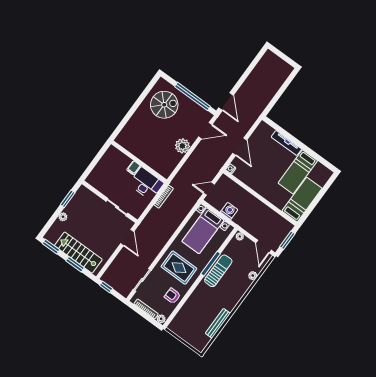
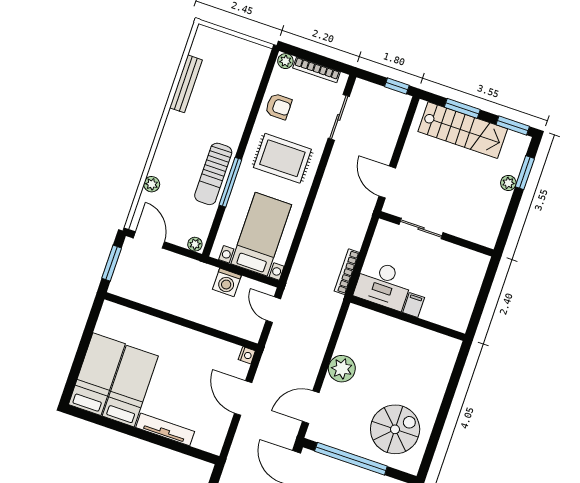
spiral stairs: (164, 105) -> (395, 429), turned 180
door: (209, 189) -> (273, 310), swing flipped
window: (68, 199) -> (525, 173), moved
bed: (302, 200) -> (97, 374), moved, turned 180

